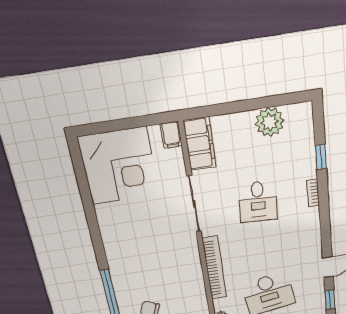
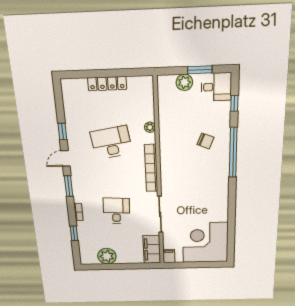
window: (326, 230) -> (69, 186), added

